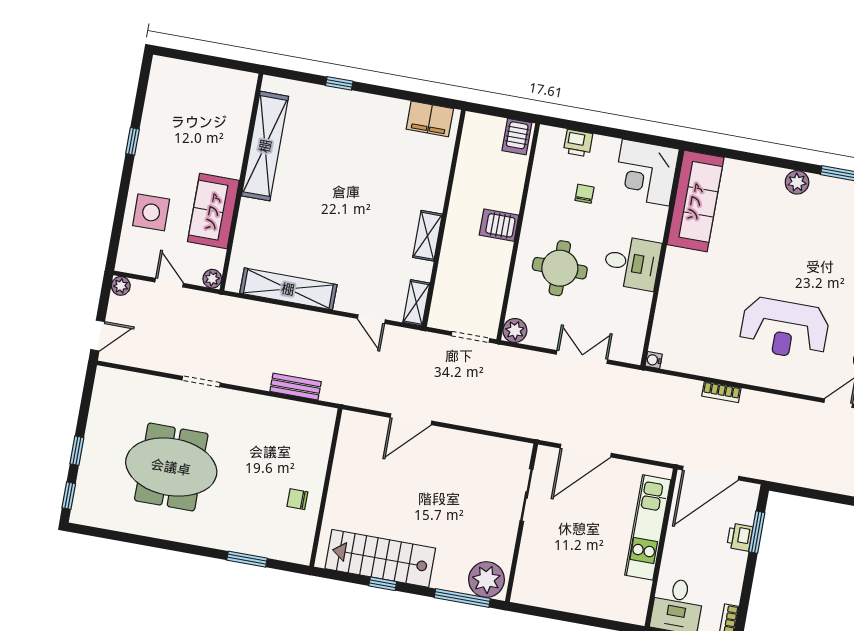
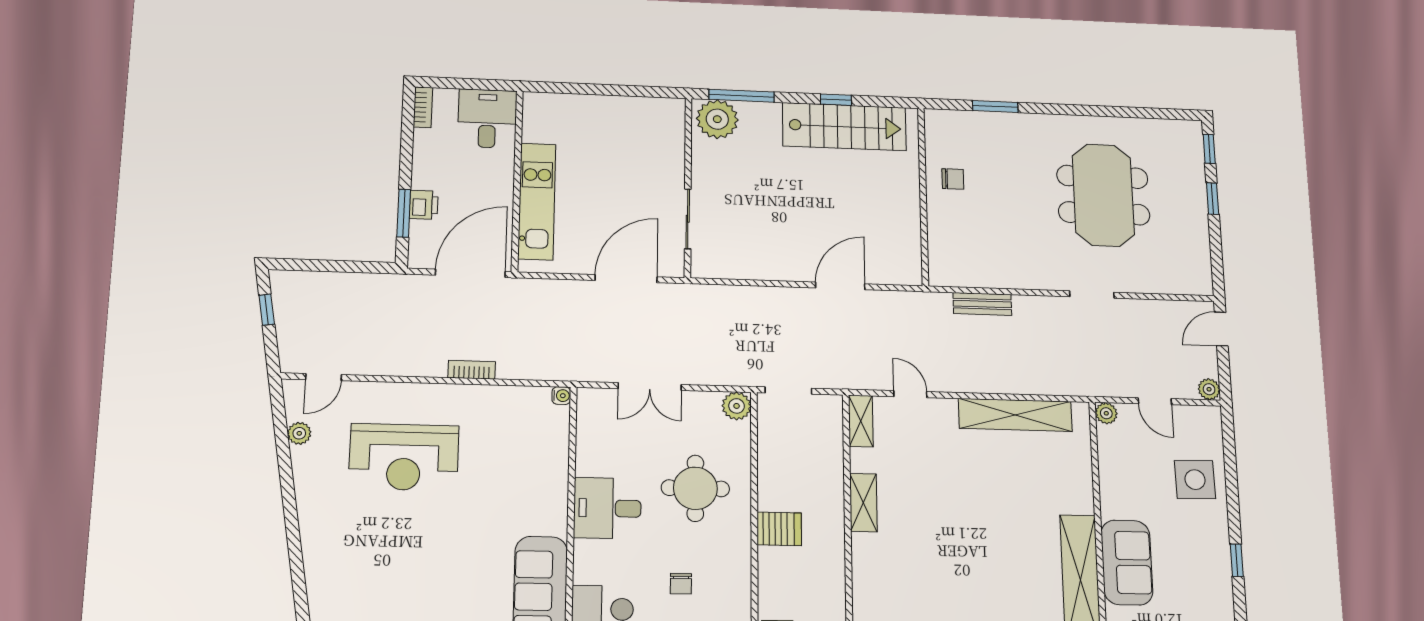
sofa: (213, 211) -> (1127, 562), moved
reception desk: (785, 329) -> (404, 457), turned 180
meeting table: (171, 467) -> (1103, 195), turned 90

